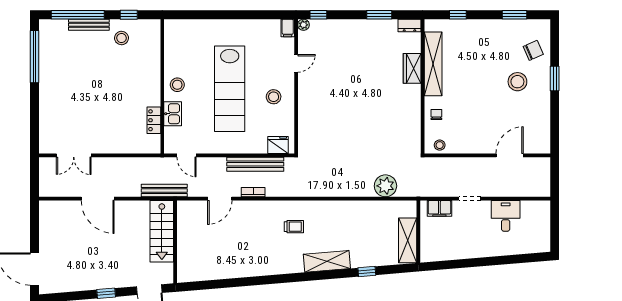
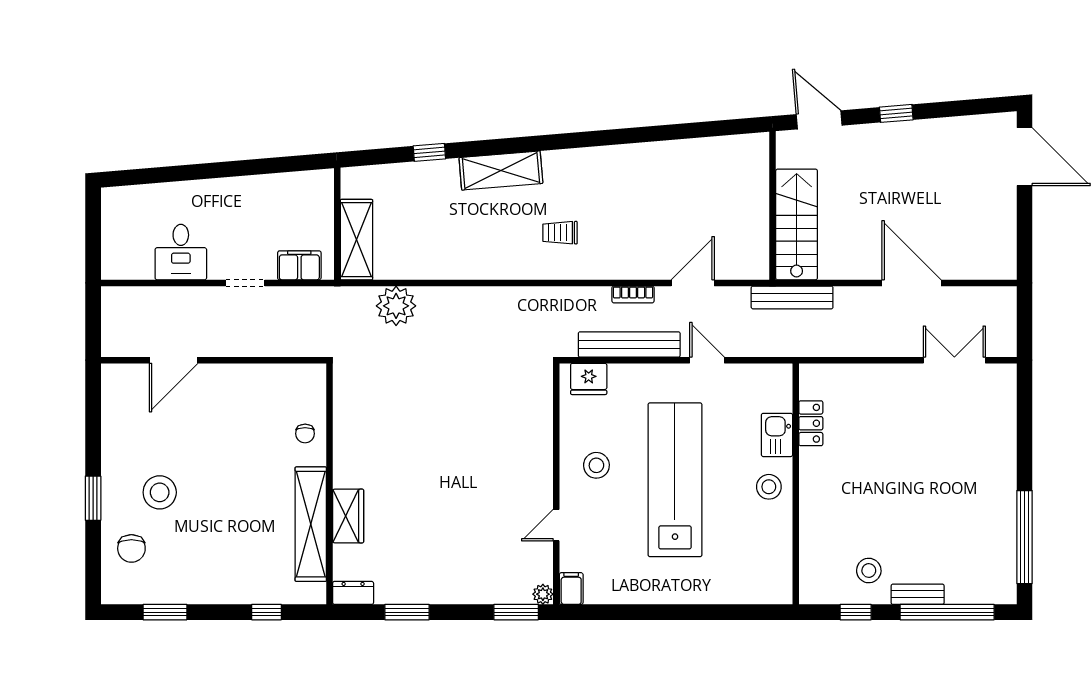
window: (318, 15) -> (516, 612), width x1.50
bench: (89, 25) -> (918, 594), width x0.73
chair: (533, 50) -> (131, 548), turned -66
stool: (440, 145) -> (299, 379), removed
door: (187, 155) -> (707, 360), moved
shelving: (408, 240) -> (356, 240), moved

